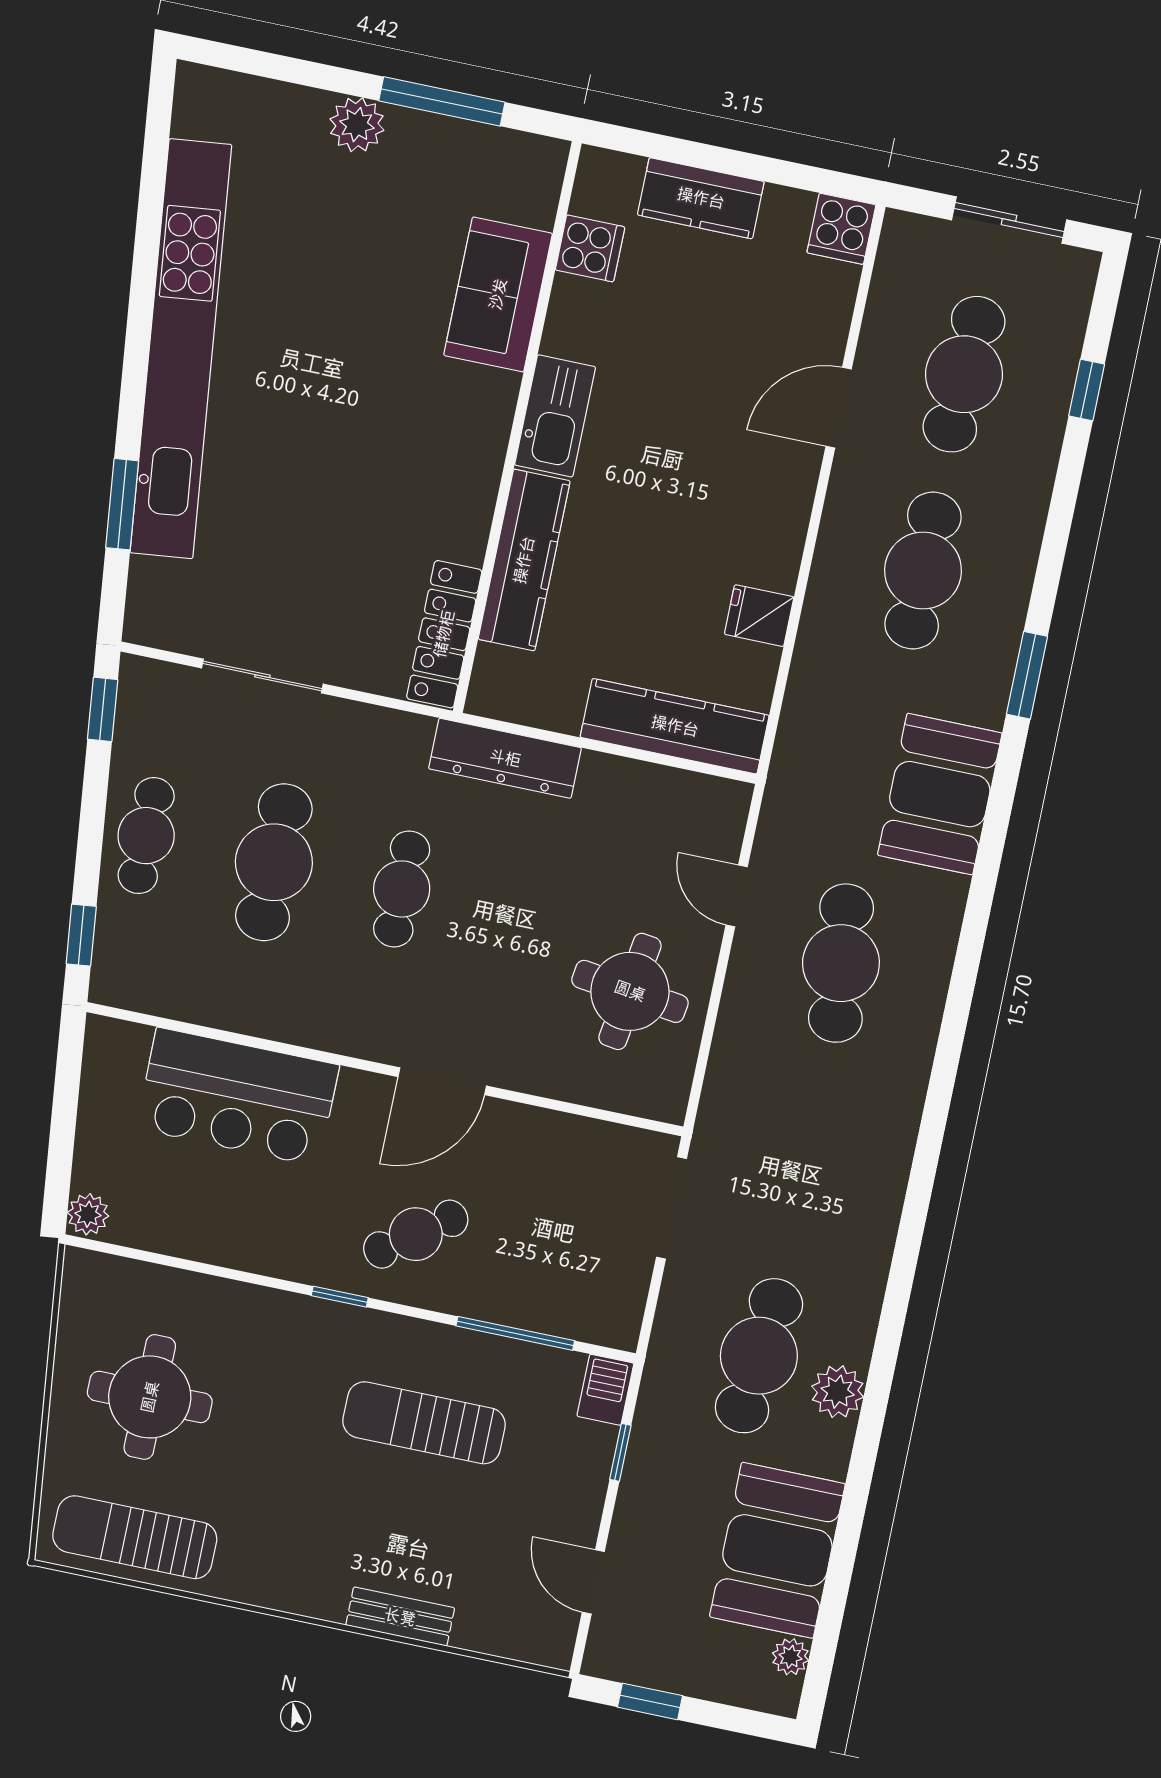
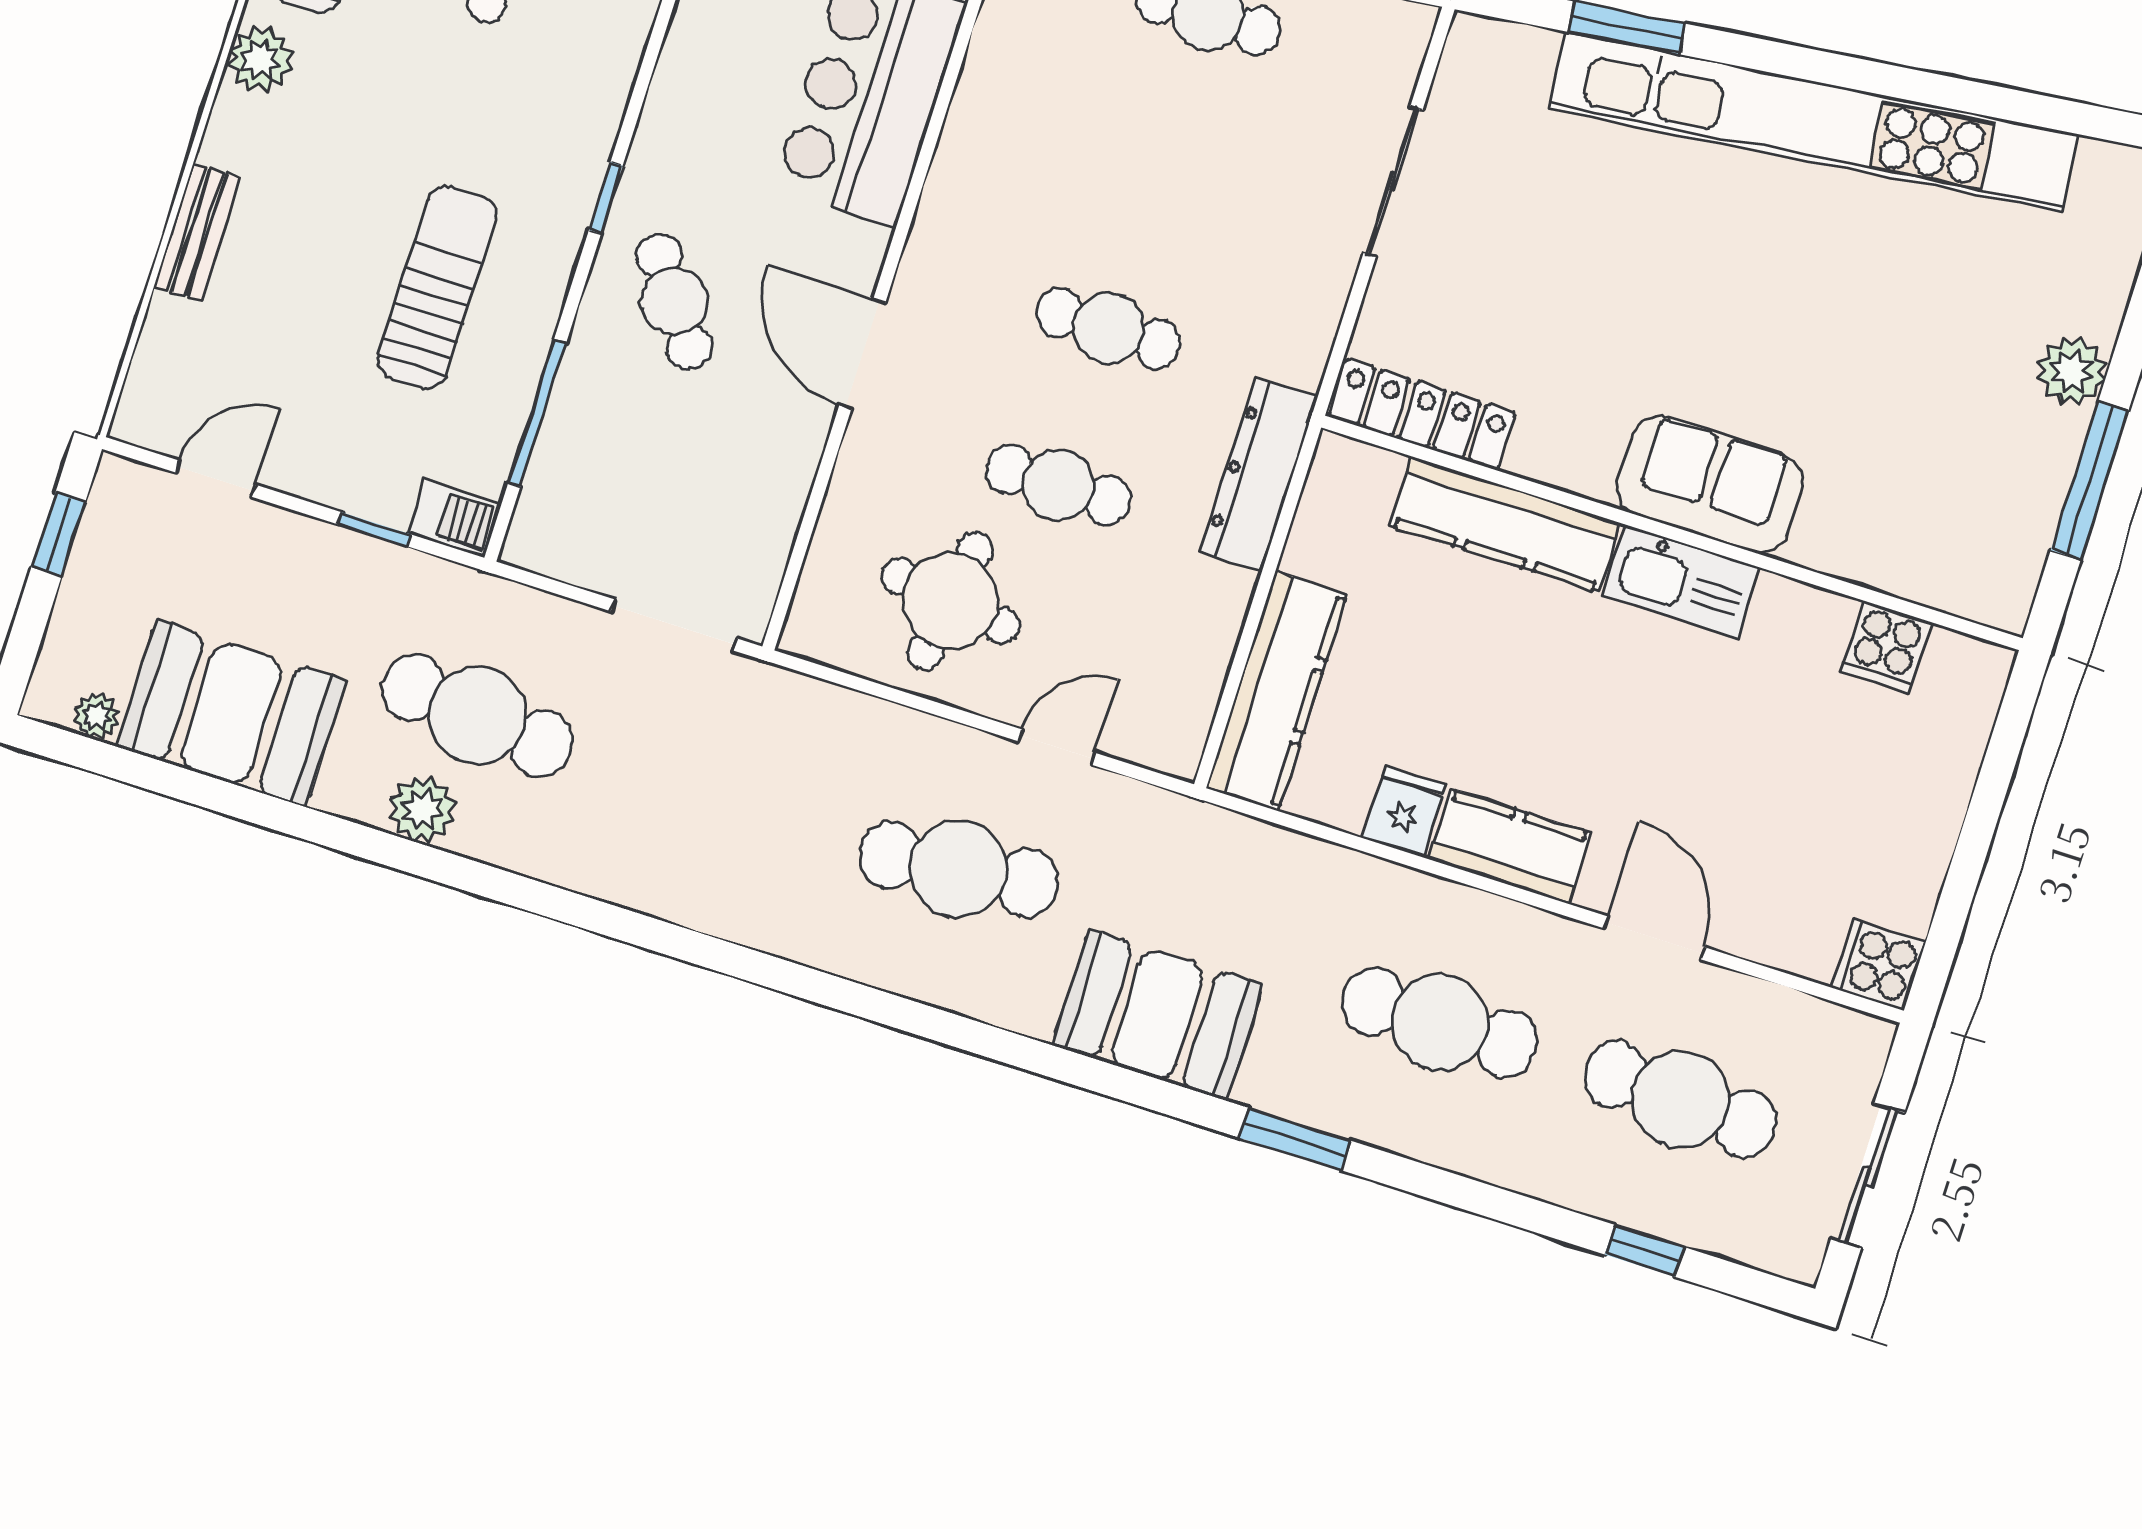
kitchen counter: (701, 198) -> (1510, 846), moved, turned 90
sofa: (498, 294) -> (1710, 484), moved
cafe table: (274, 862) -> (1058, 485), moved, width x0.73, depth x0.74
plant: (258, 1581) -> (260, 59), added

